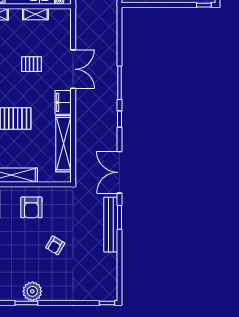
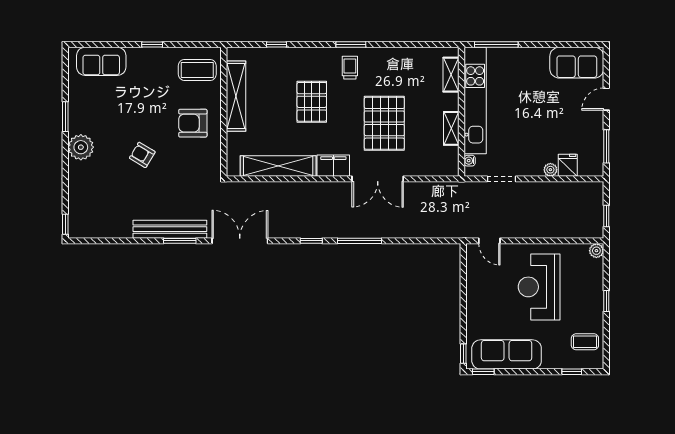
pallet: (32, 64) -> (384, 123), width x2.05, depth x2.00
plant: (32, 291) -> (81, 147), moved

